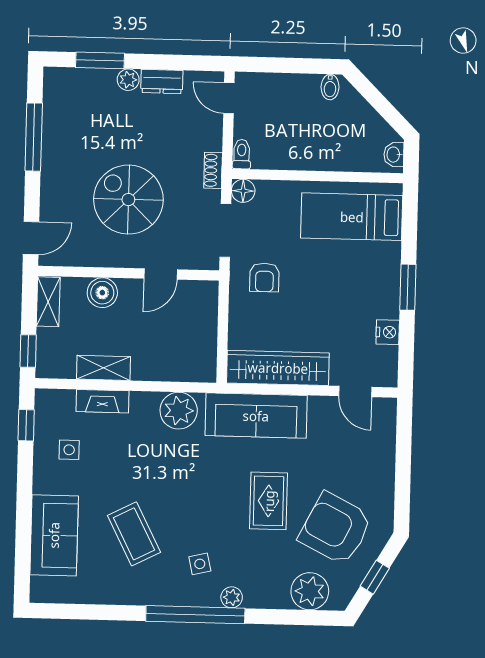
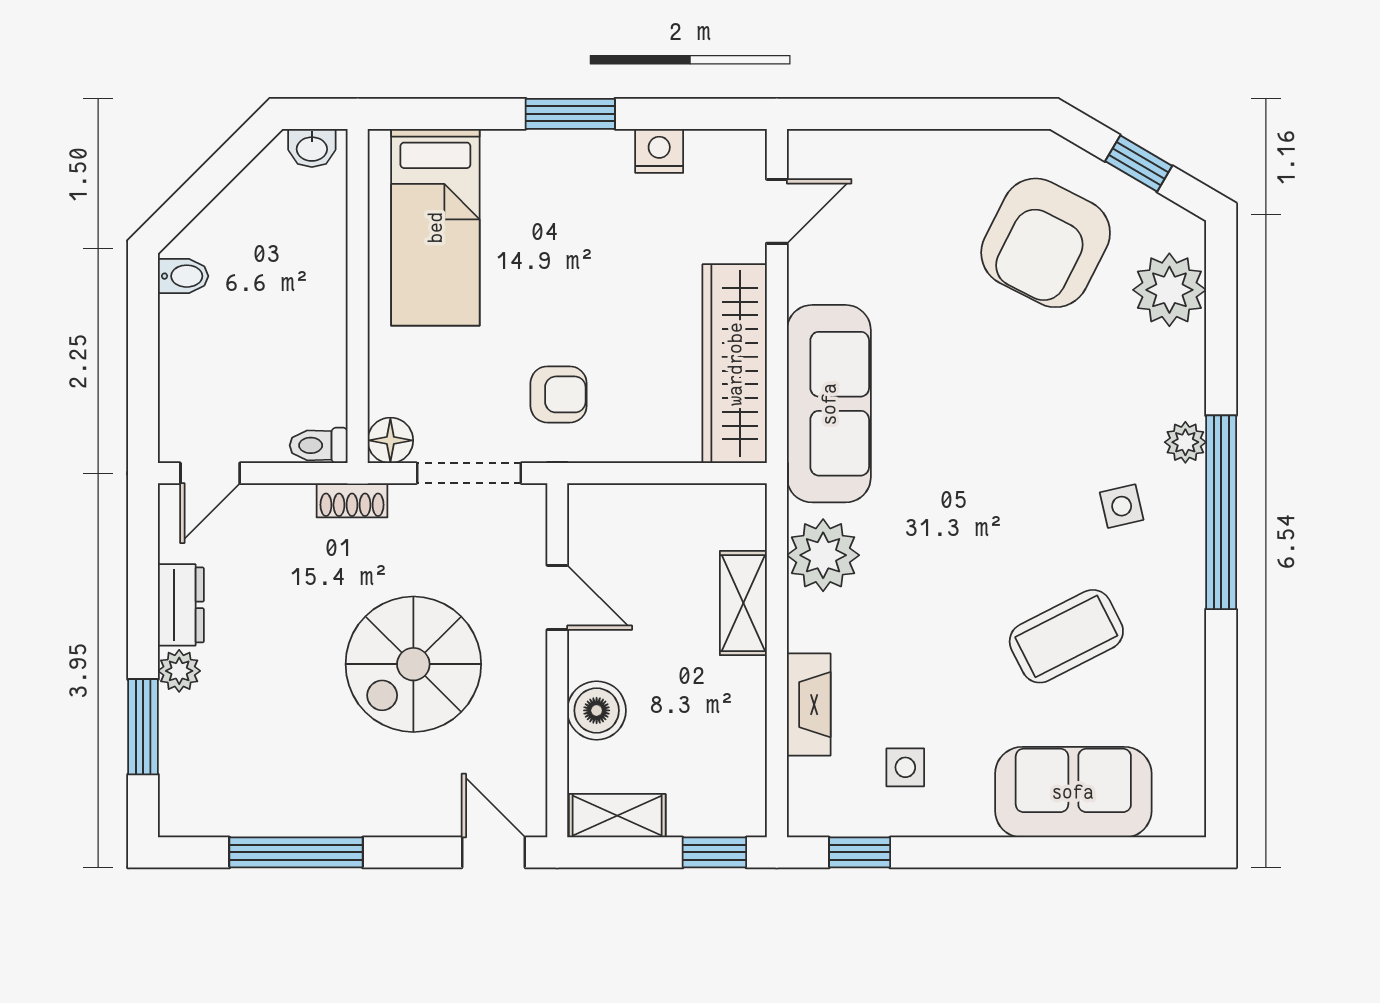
shelving: (104, 368) -> (743, 603), moved
rug: (269, 501) -> (995, 375), removed

